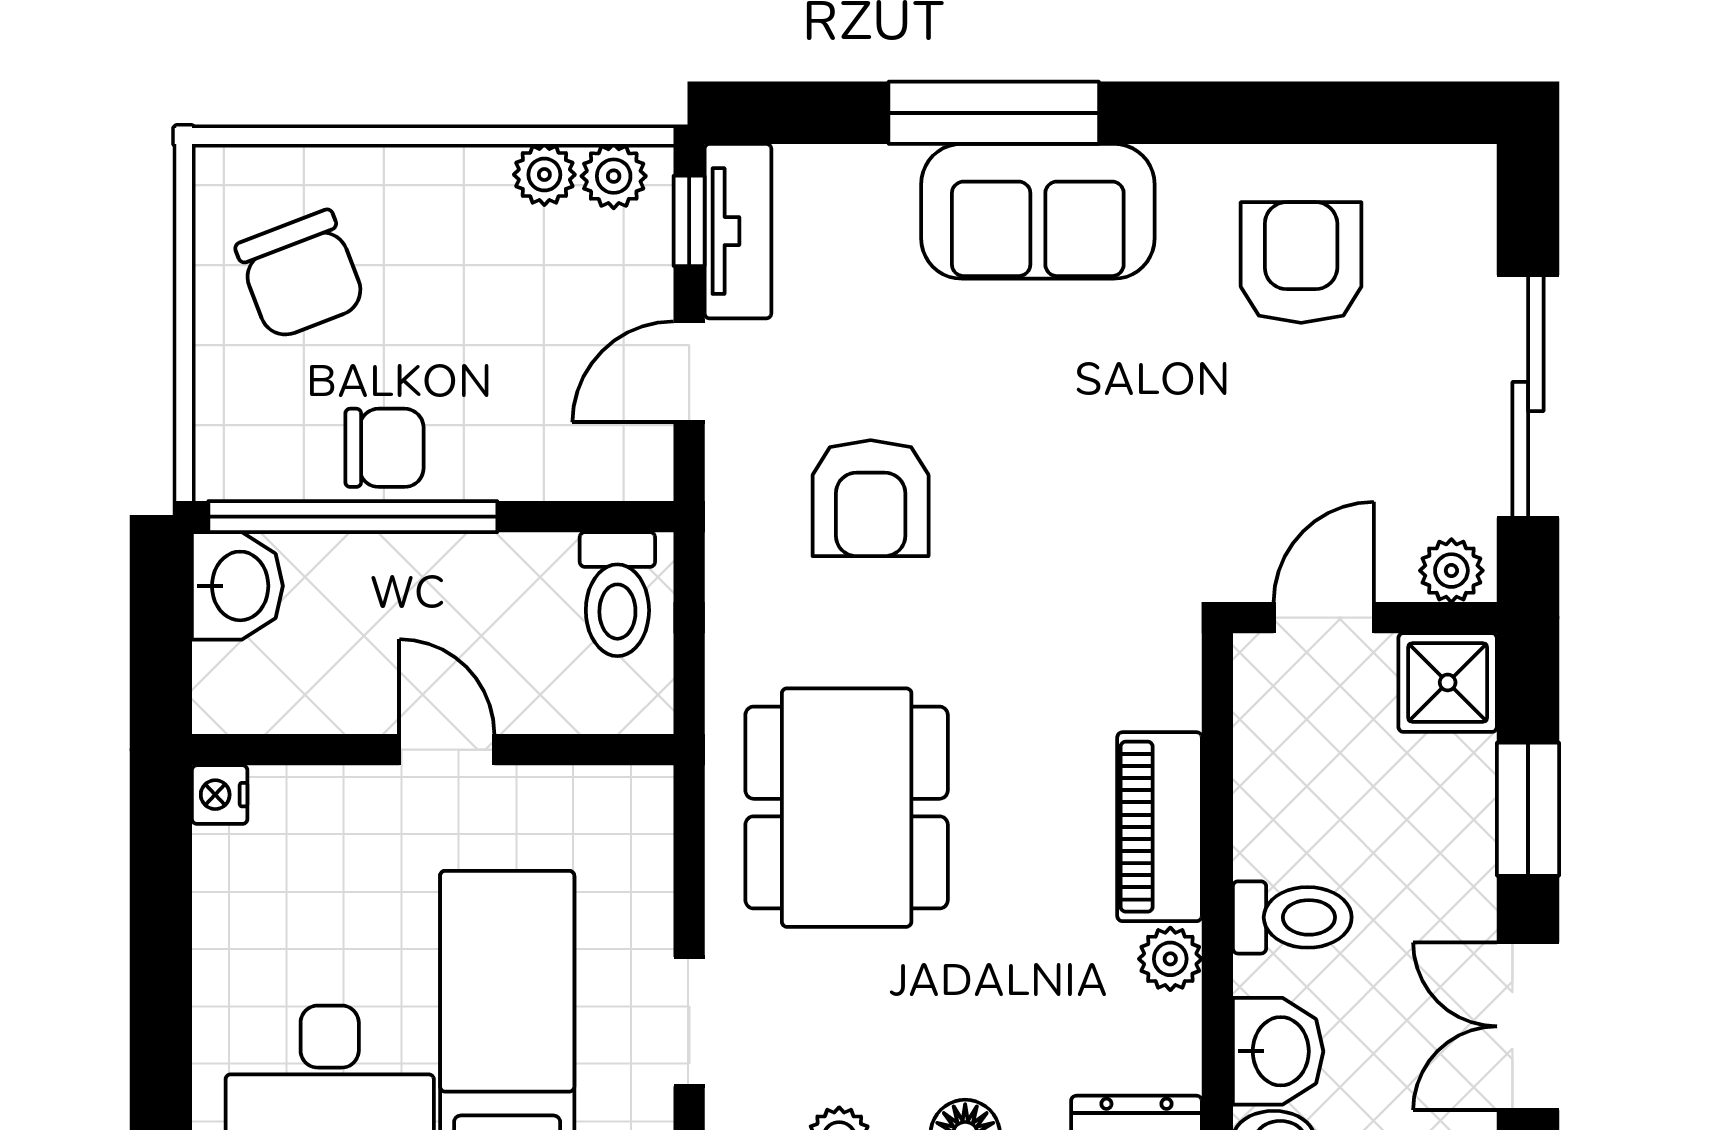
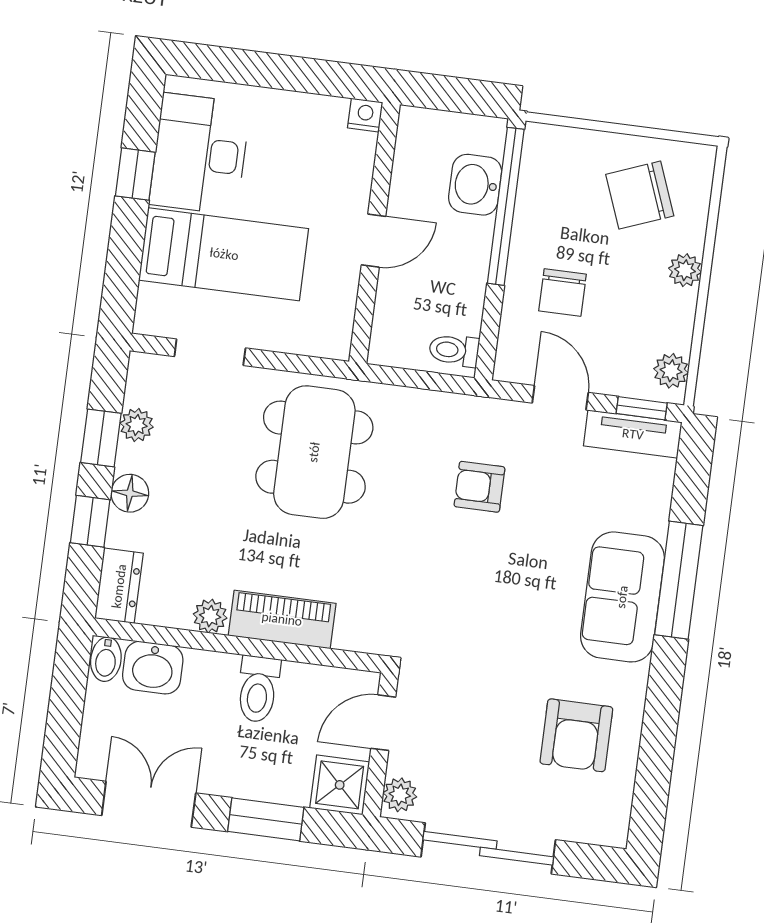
plant: (544, 175) -> (685, 270), moved
armchair: (1301, 263) -> (576, 735), turned 90
chair: (385, 448) -> (563, 293), moved
armchair: (871, 498) -> (479, 487), width x0.72, depth x0.72
washbasin: (237, 586) -> (475, 185), moved, turned 90
toilet: (617, 594) -> (454, 350), width x0.73, depth x0.72
door: (1324, 618) -> (383, 723), swing flipped
dining table: (847, 808) -> (314, 452), turned 90
toilet: (1292, 917) -> (258, 689), moved

